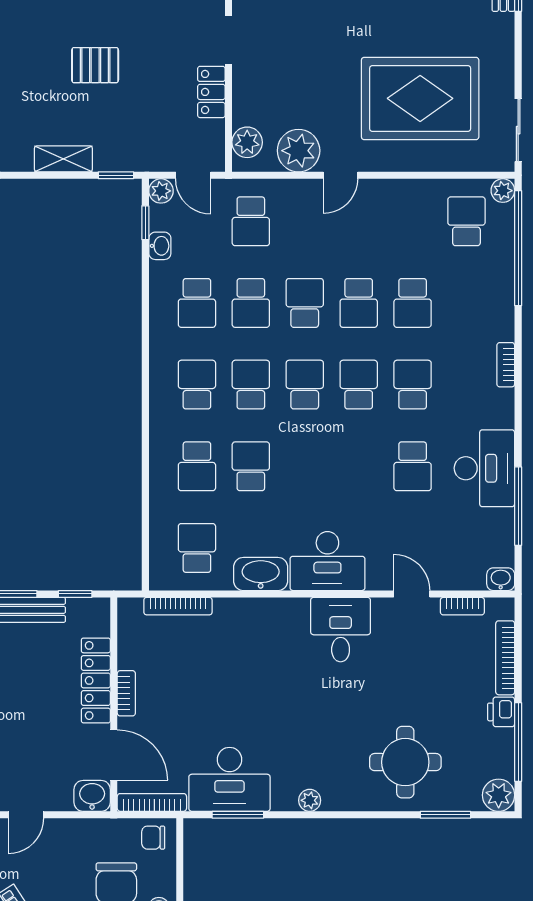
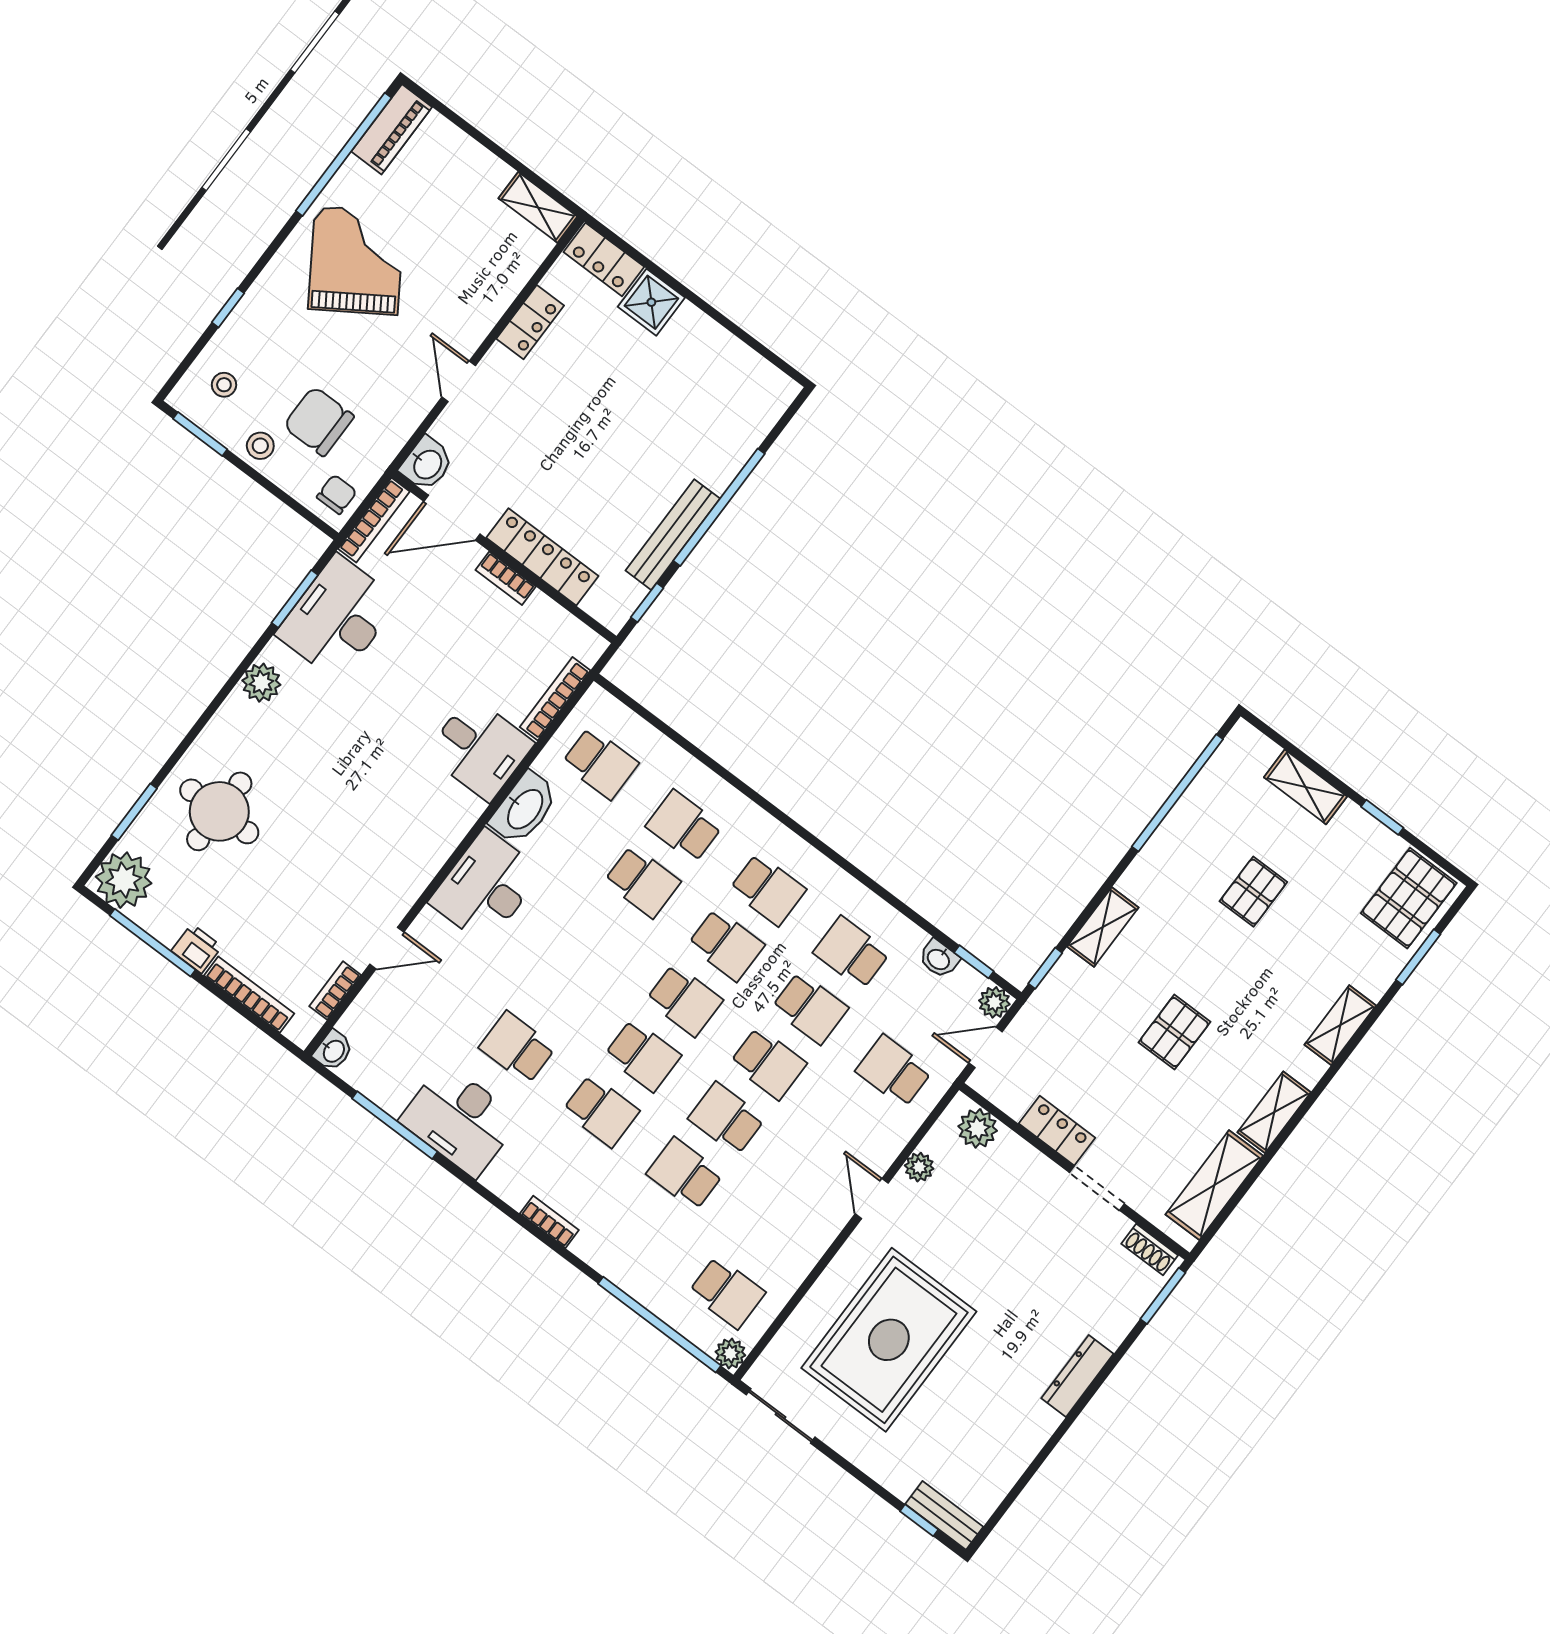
plant: (299, 151) -> (919, 1167), width x0.53, depth x0.53
school desk: (251, 303) -> (810, 1008), turned 180
desk: (341, 630) -> (480, 749), moved
plant: (499, 795) -> (124, 880), width x1.36, depth x1.36
plant: (310, 800) -> (261, 683), width x1.38, depth x1.38

